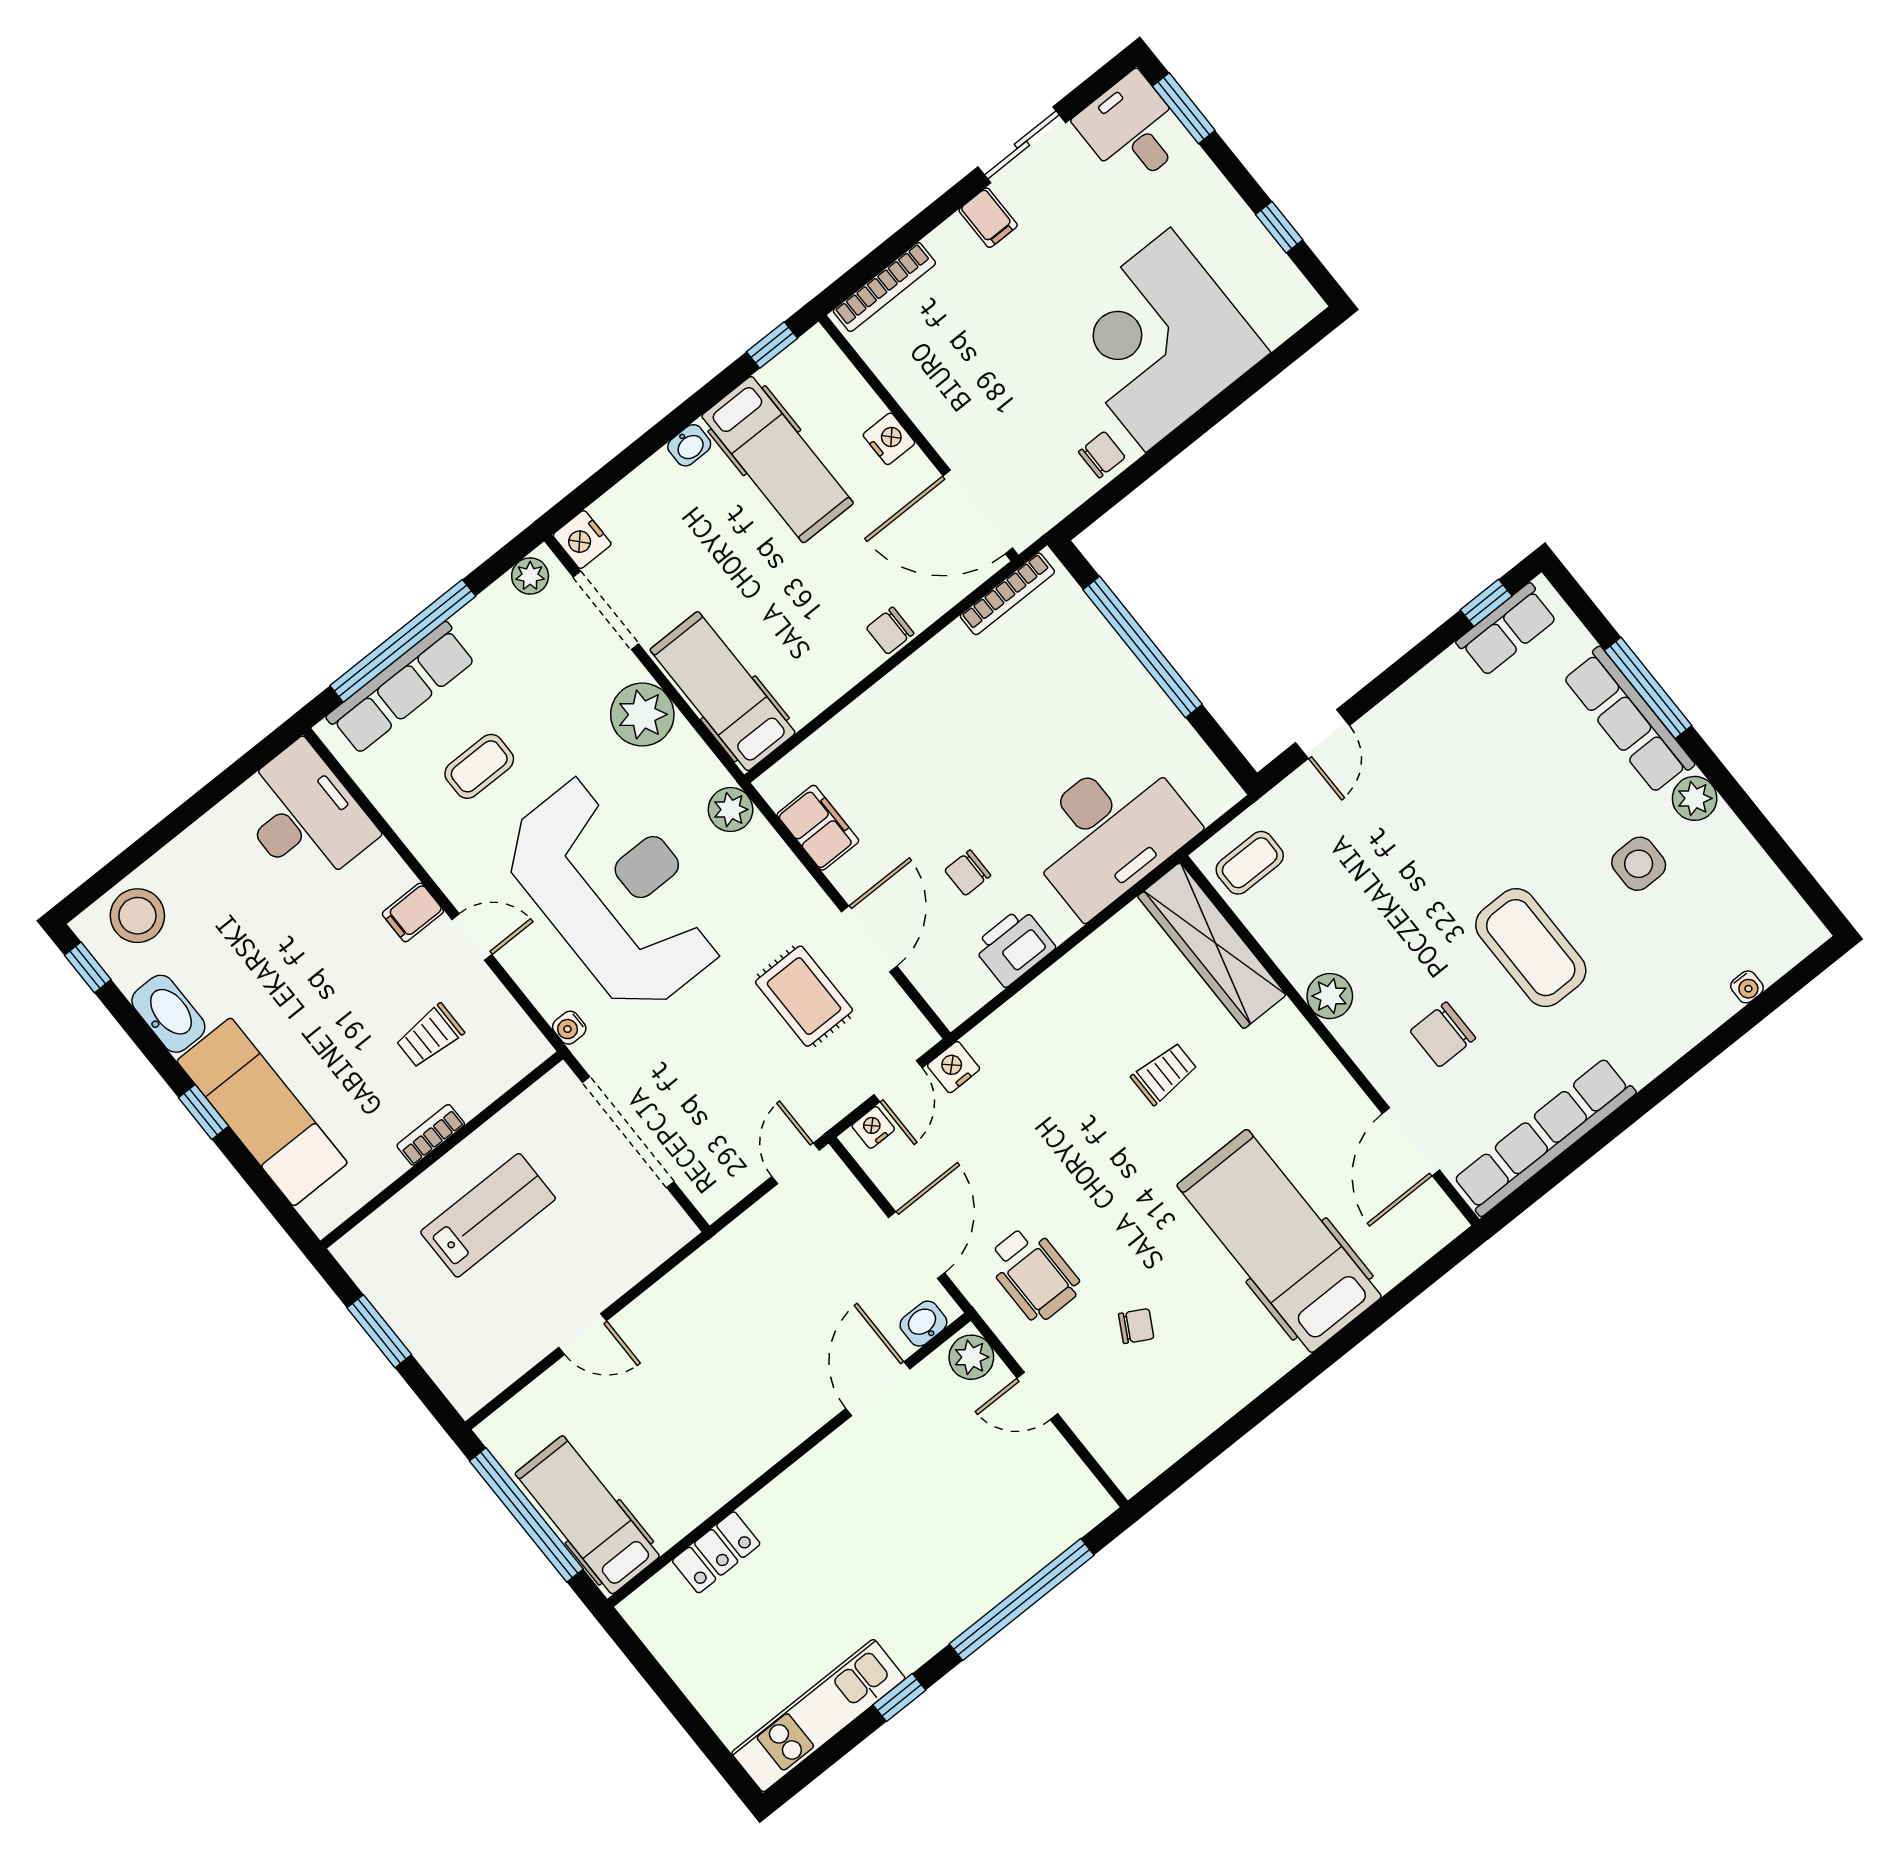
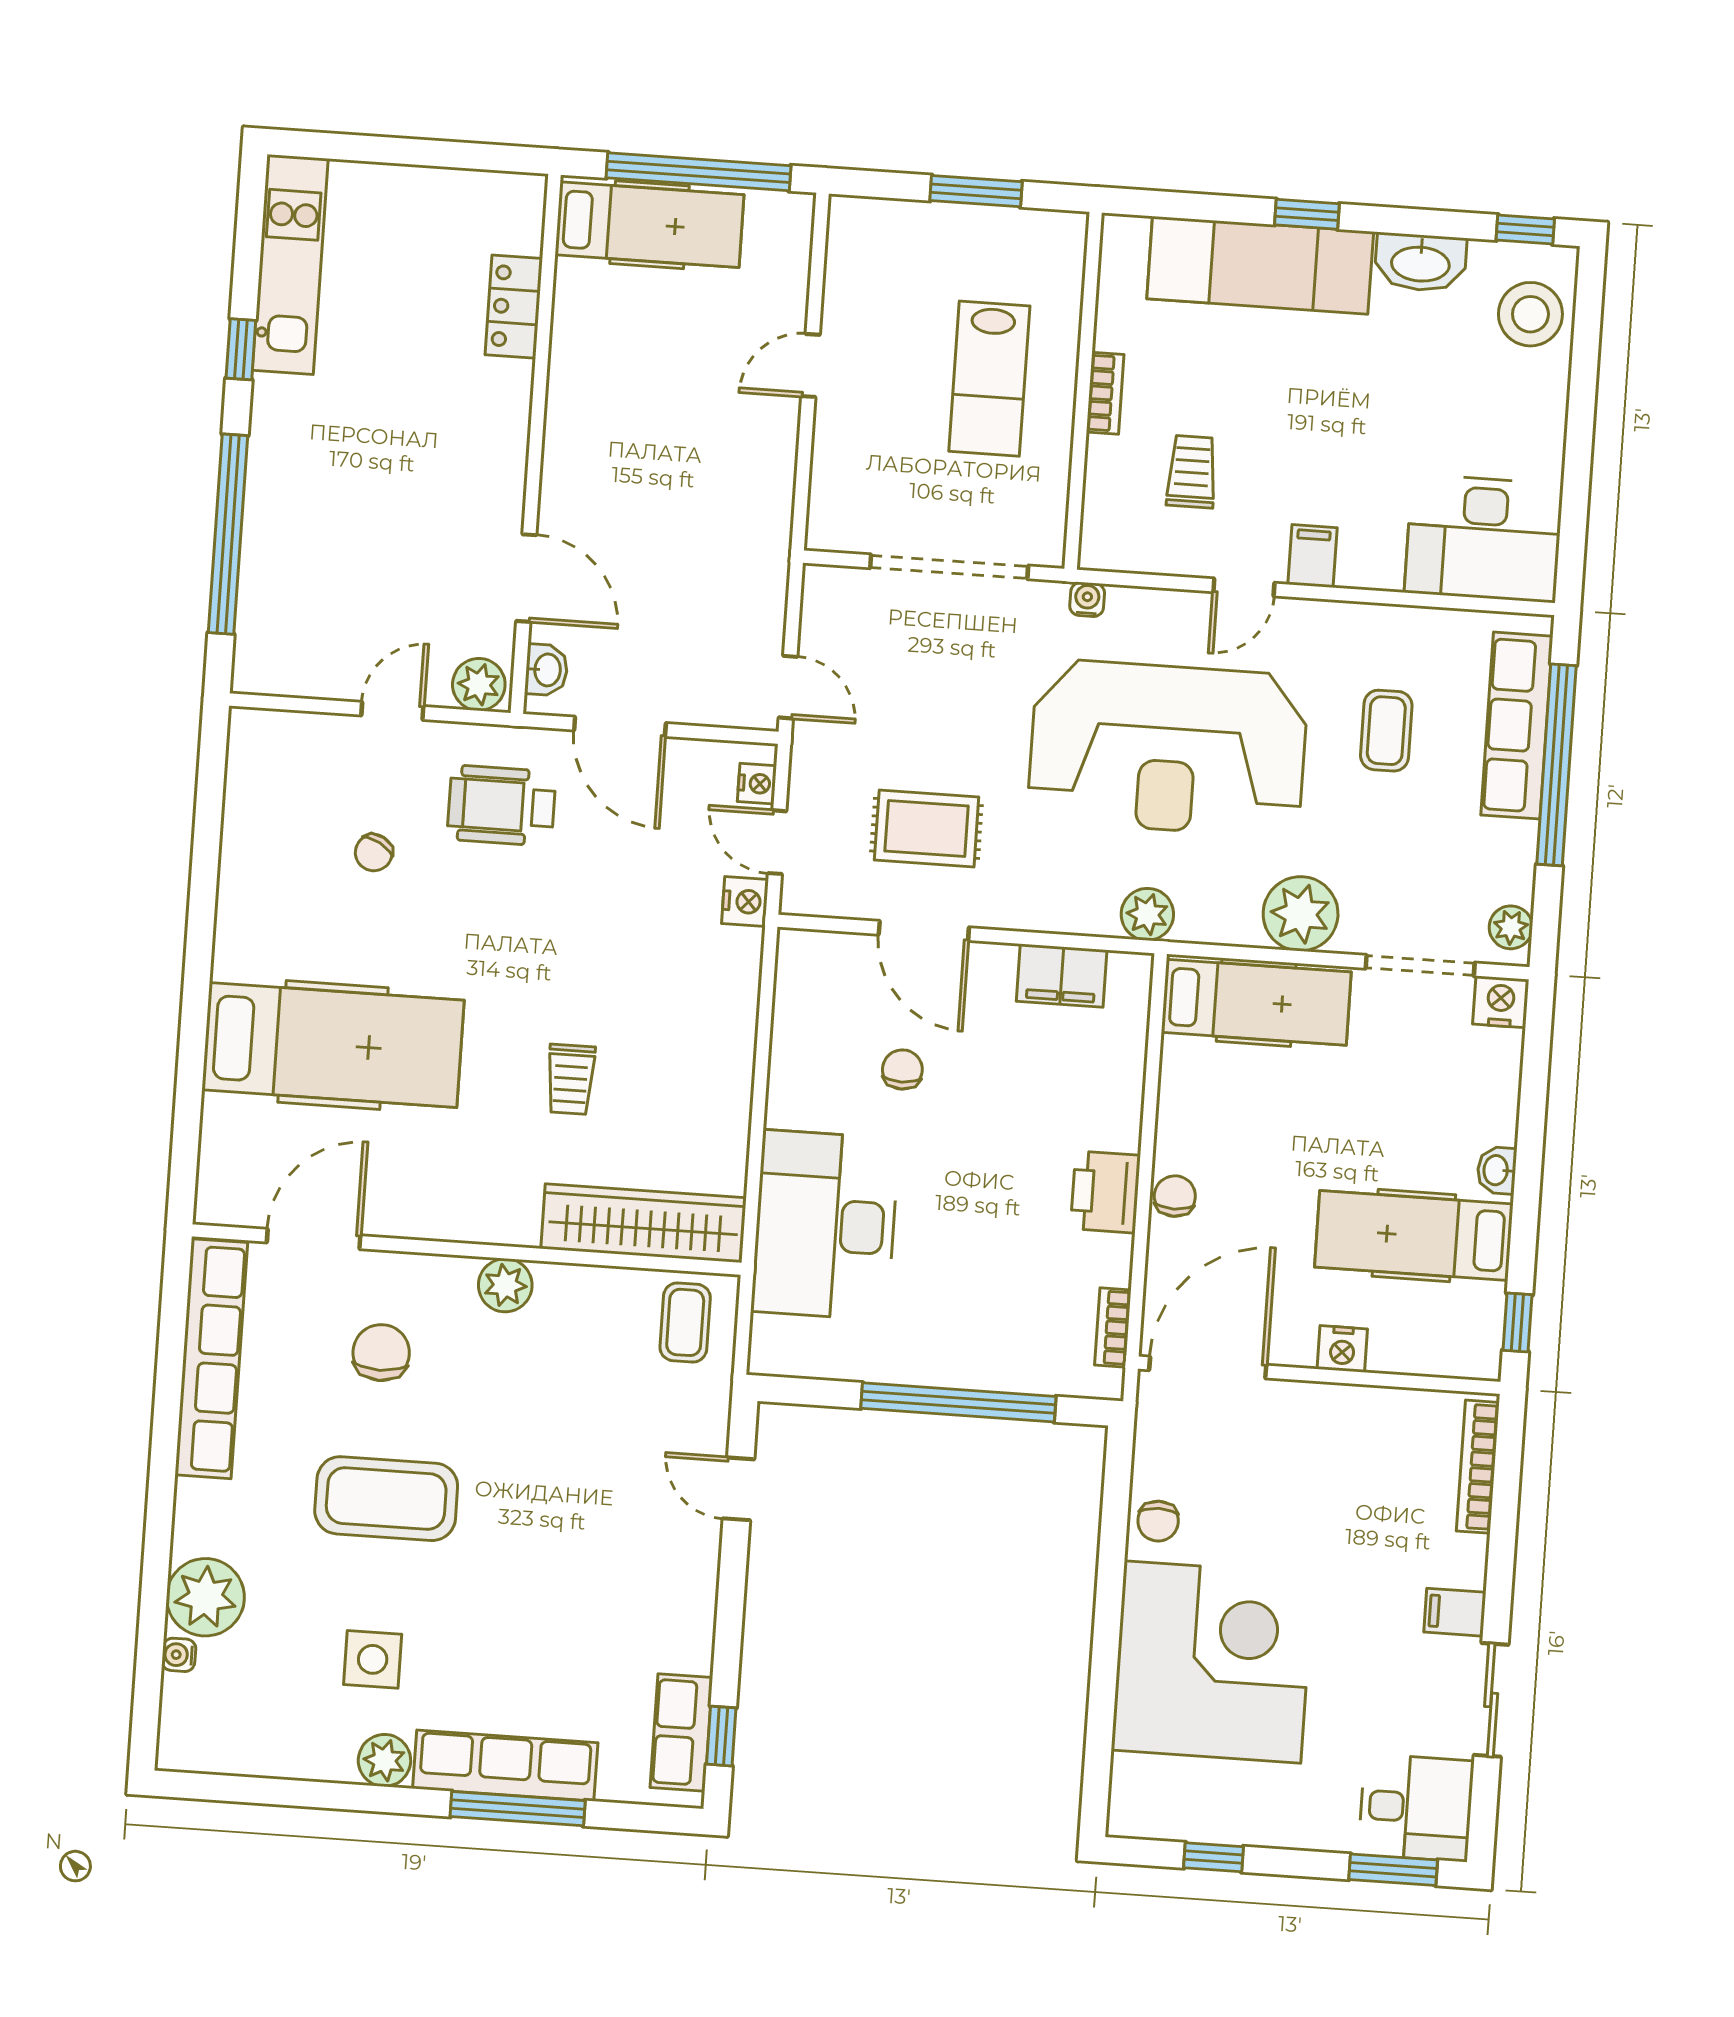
bookcase: (1007, 594) -> (1113, 1328), width x0.64
printer: (1014, 947) -> (1105, 1192), moved, turned 180
plant: (1696, 1003) -> (205, 1597), added
door: (1411, 1142) -> (314, 1239), hinge flipped

